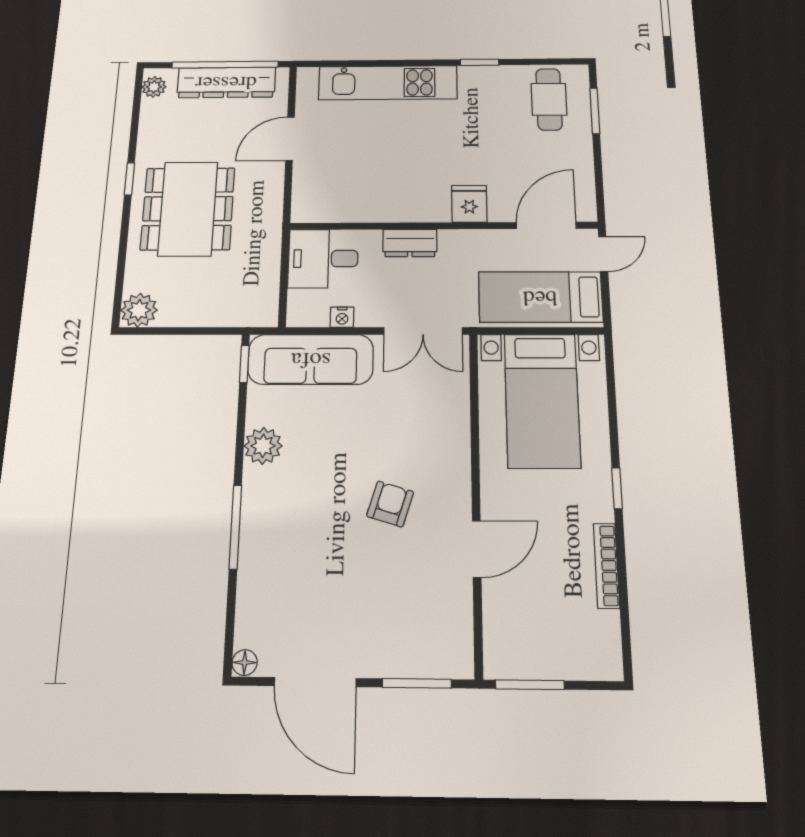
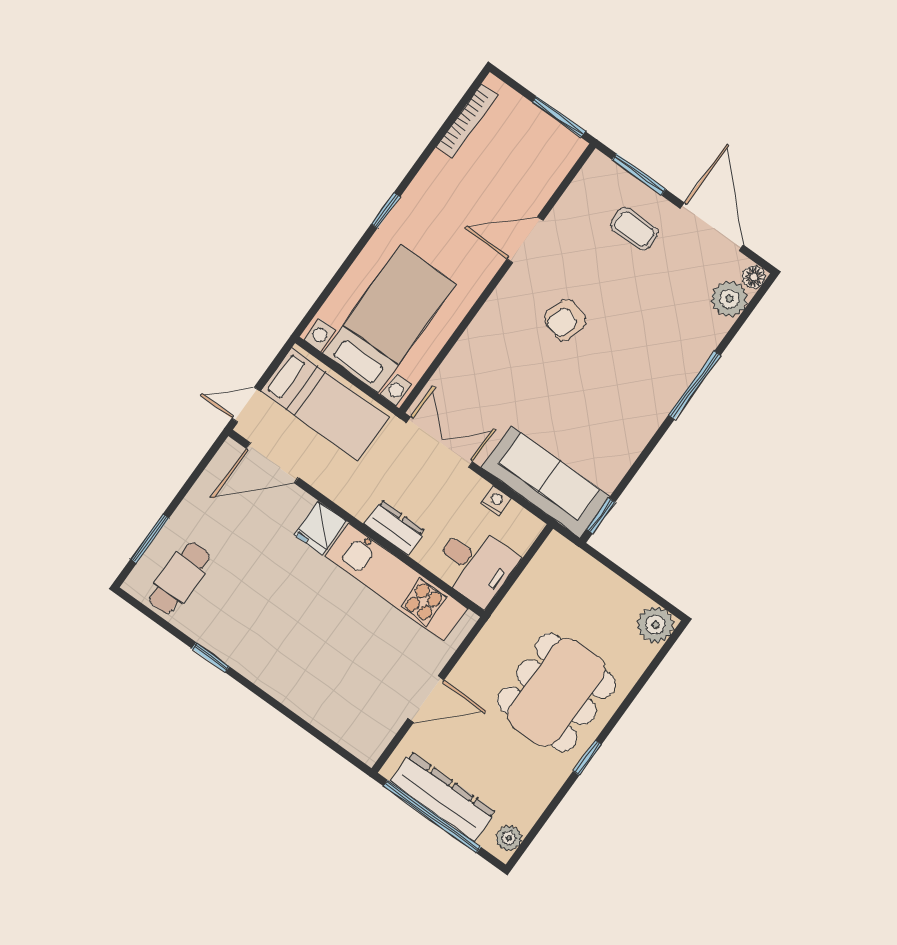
kitchen unit: (388, 83) -> (396, 582), moved, turned 180
plant: (263, 446) -> (729, 299), moved
bookcase: (606, 566) -> (467, 121), moved
coffee table: (386, 629) -> (634, 229), added

